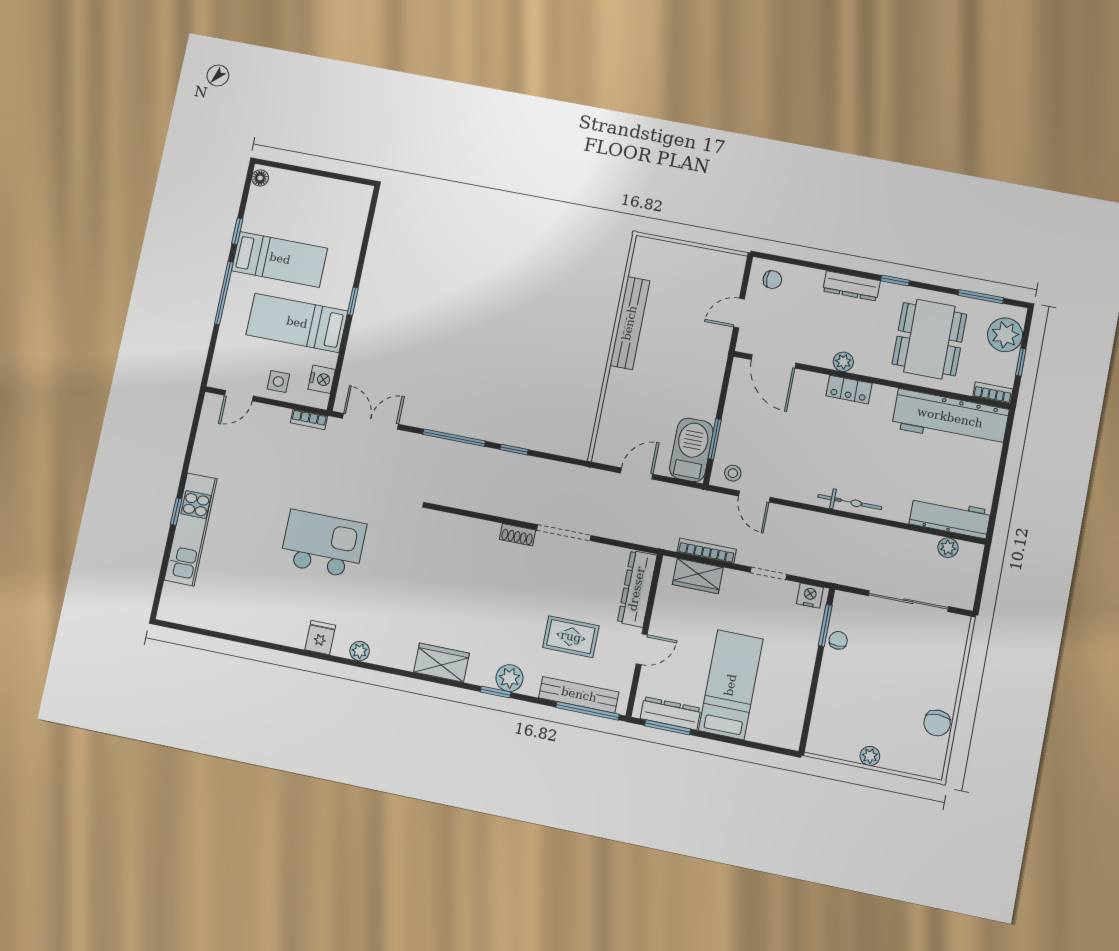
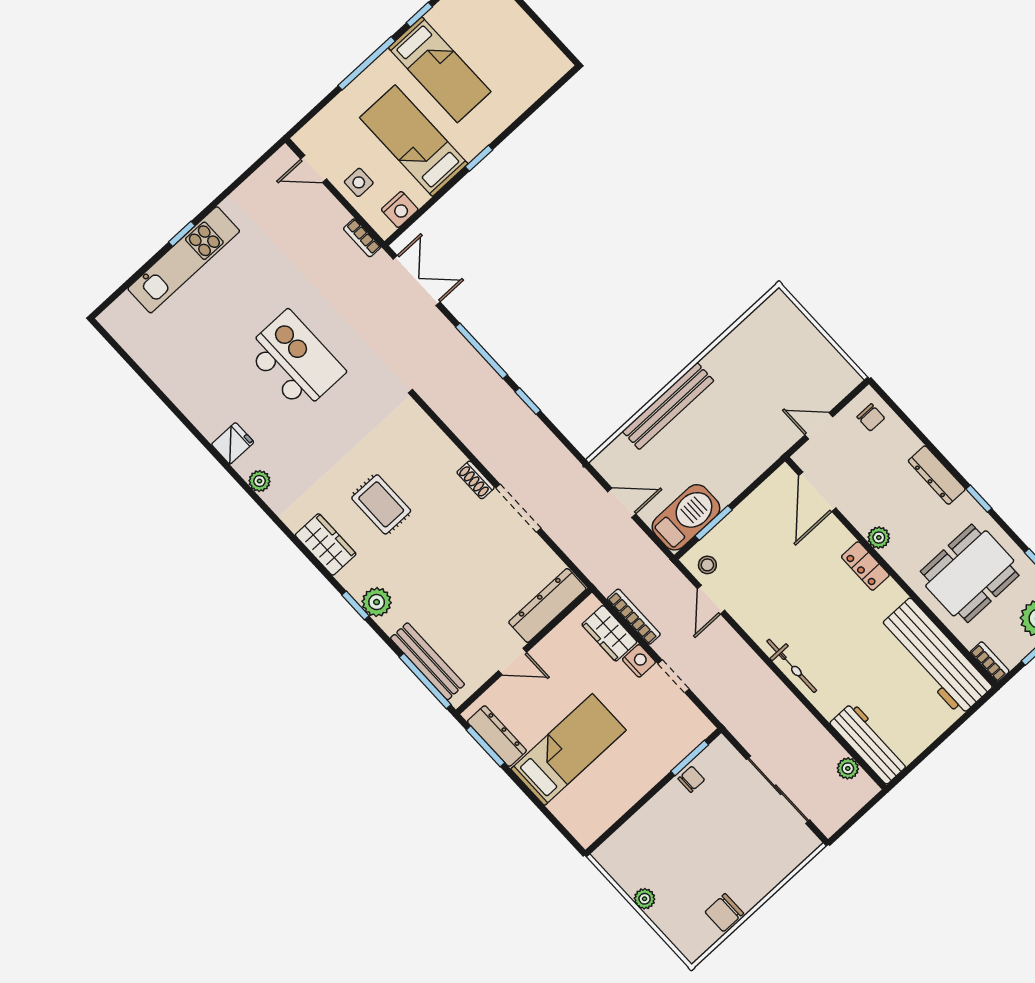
bench: (630, 323) -> (668, 406), moved
nightstand: (810, 596) -> (639, 661), moved
rug: (571, 637) -> (381, 504), moved

